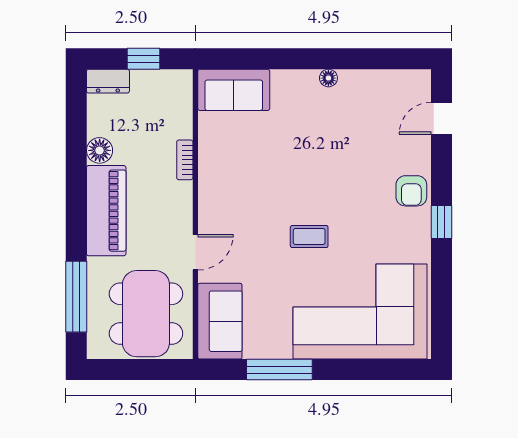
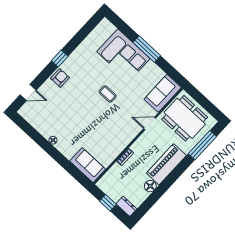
corner sofa: (360, 312) -> (123, 55), width x0.73, depth x0.74
dining table: (146, 314) -> (185, 118), turned 90
window: (279, 370) -> (147, 49), moved

